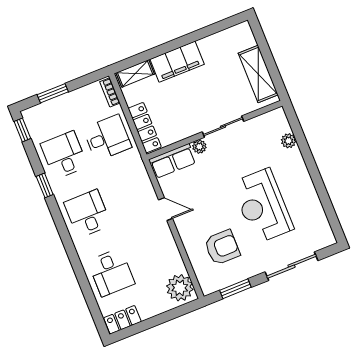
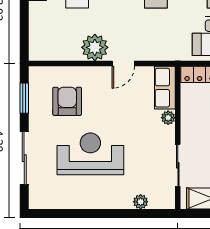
sliding door: (223, 127) -> (178, 165), moved
armchair: (222, 247) -> (67, 101), turned 180
plant: (180, 288) -> (95, 47), moved

